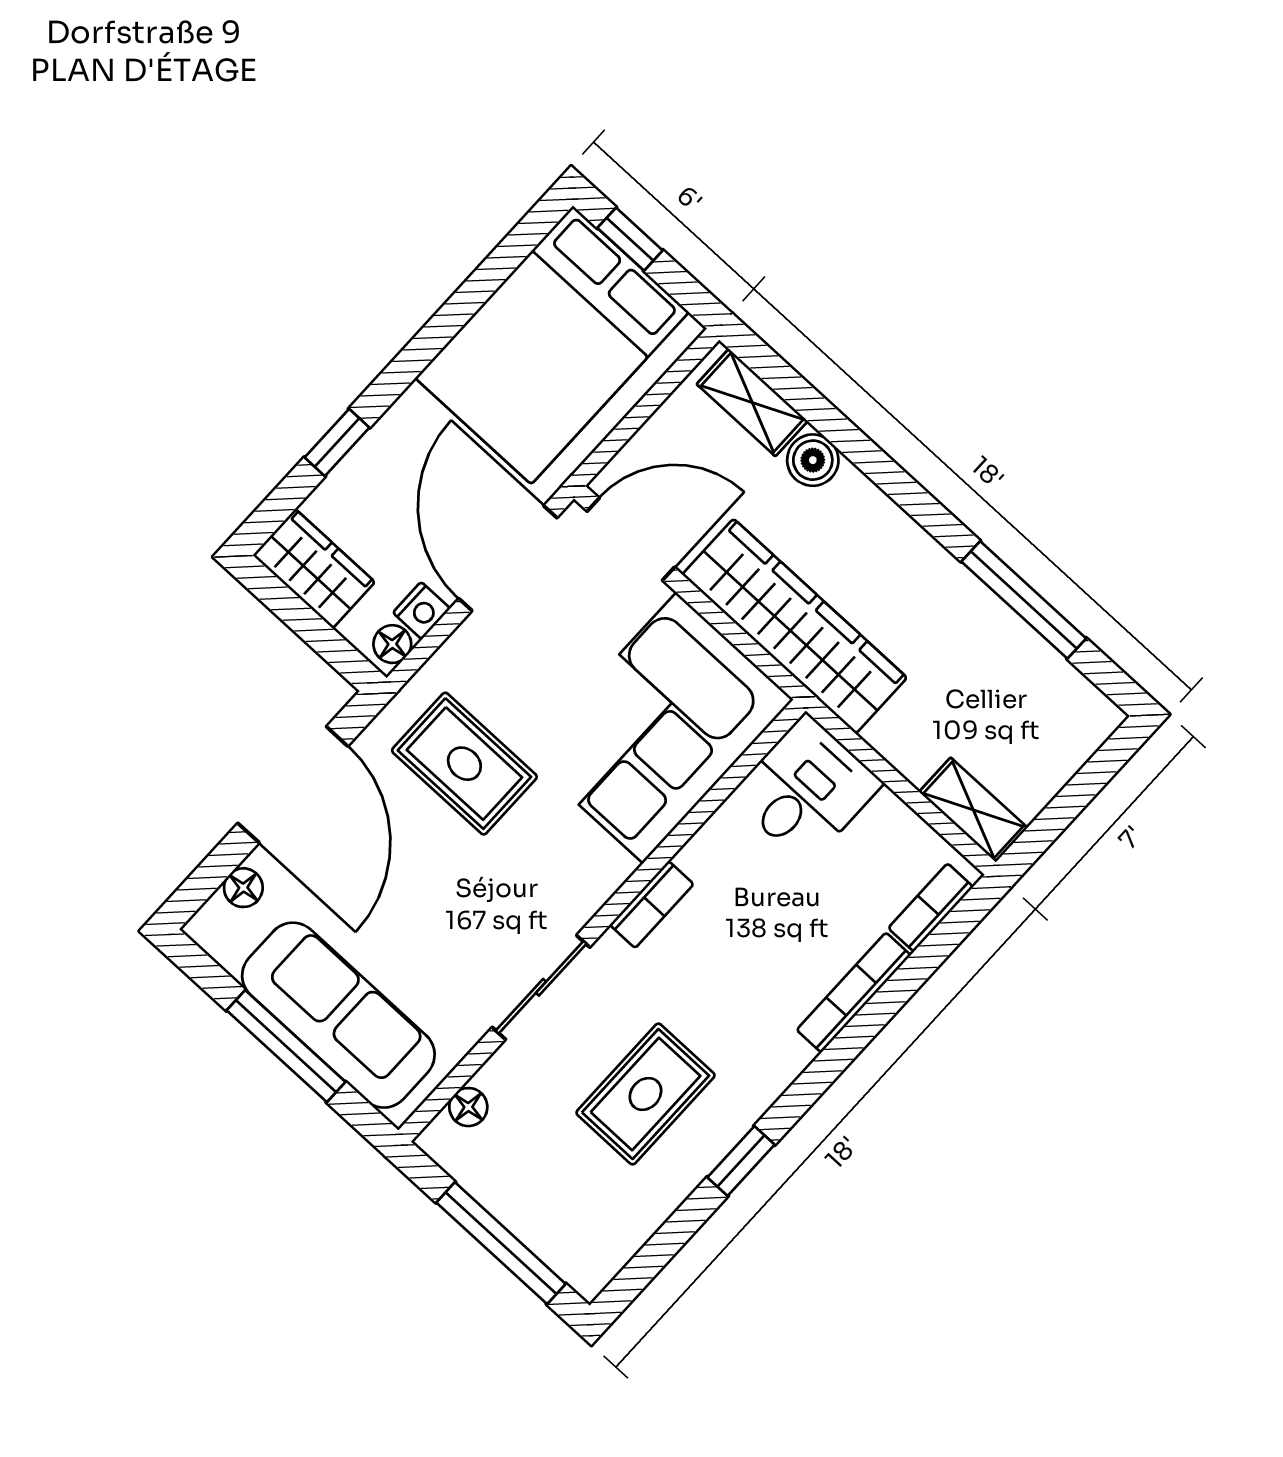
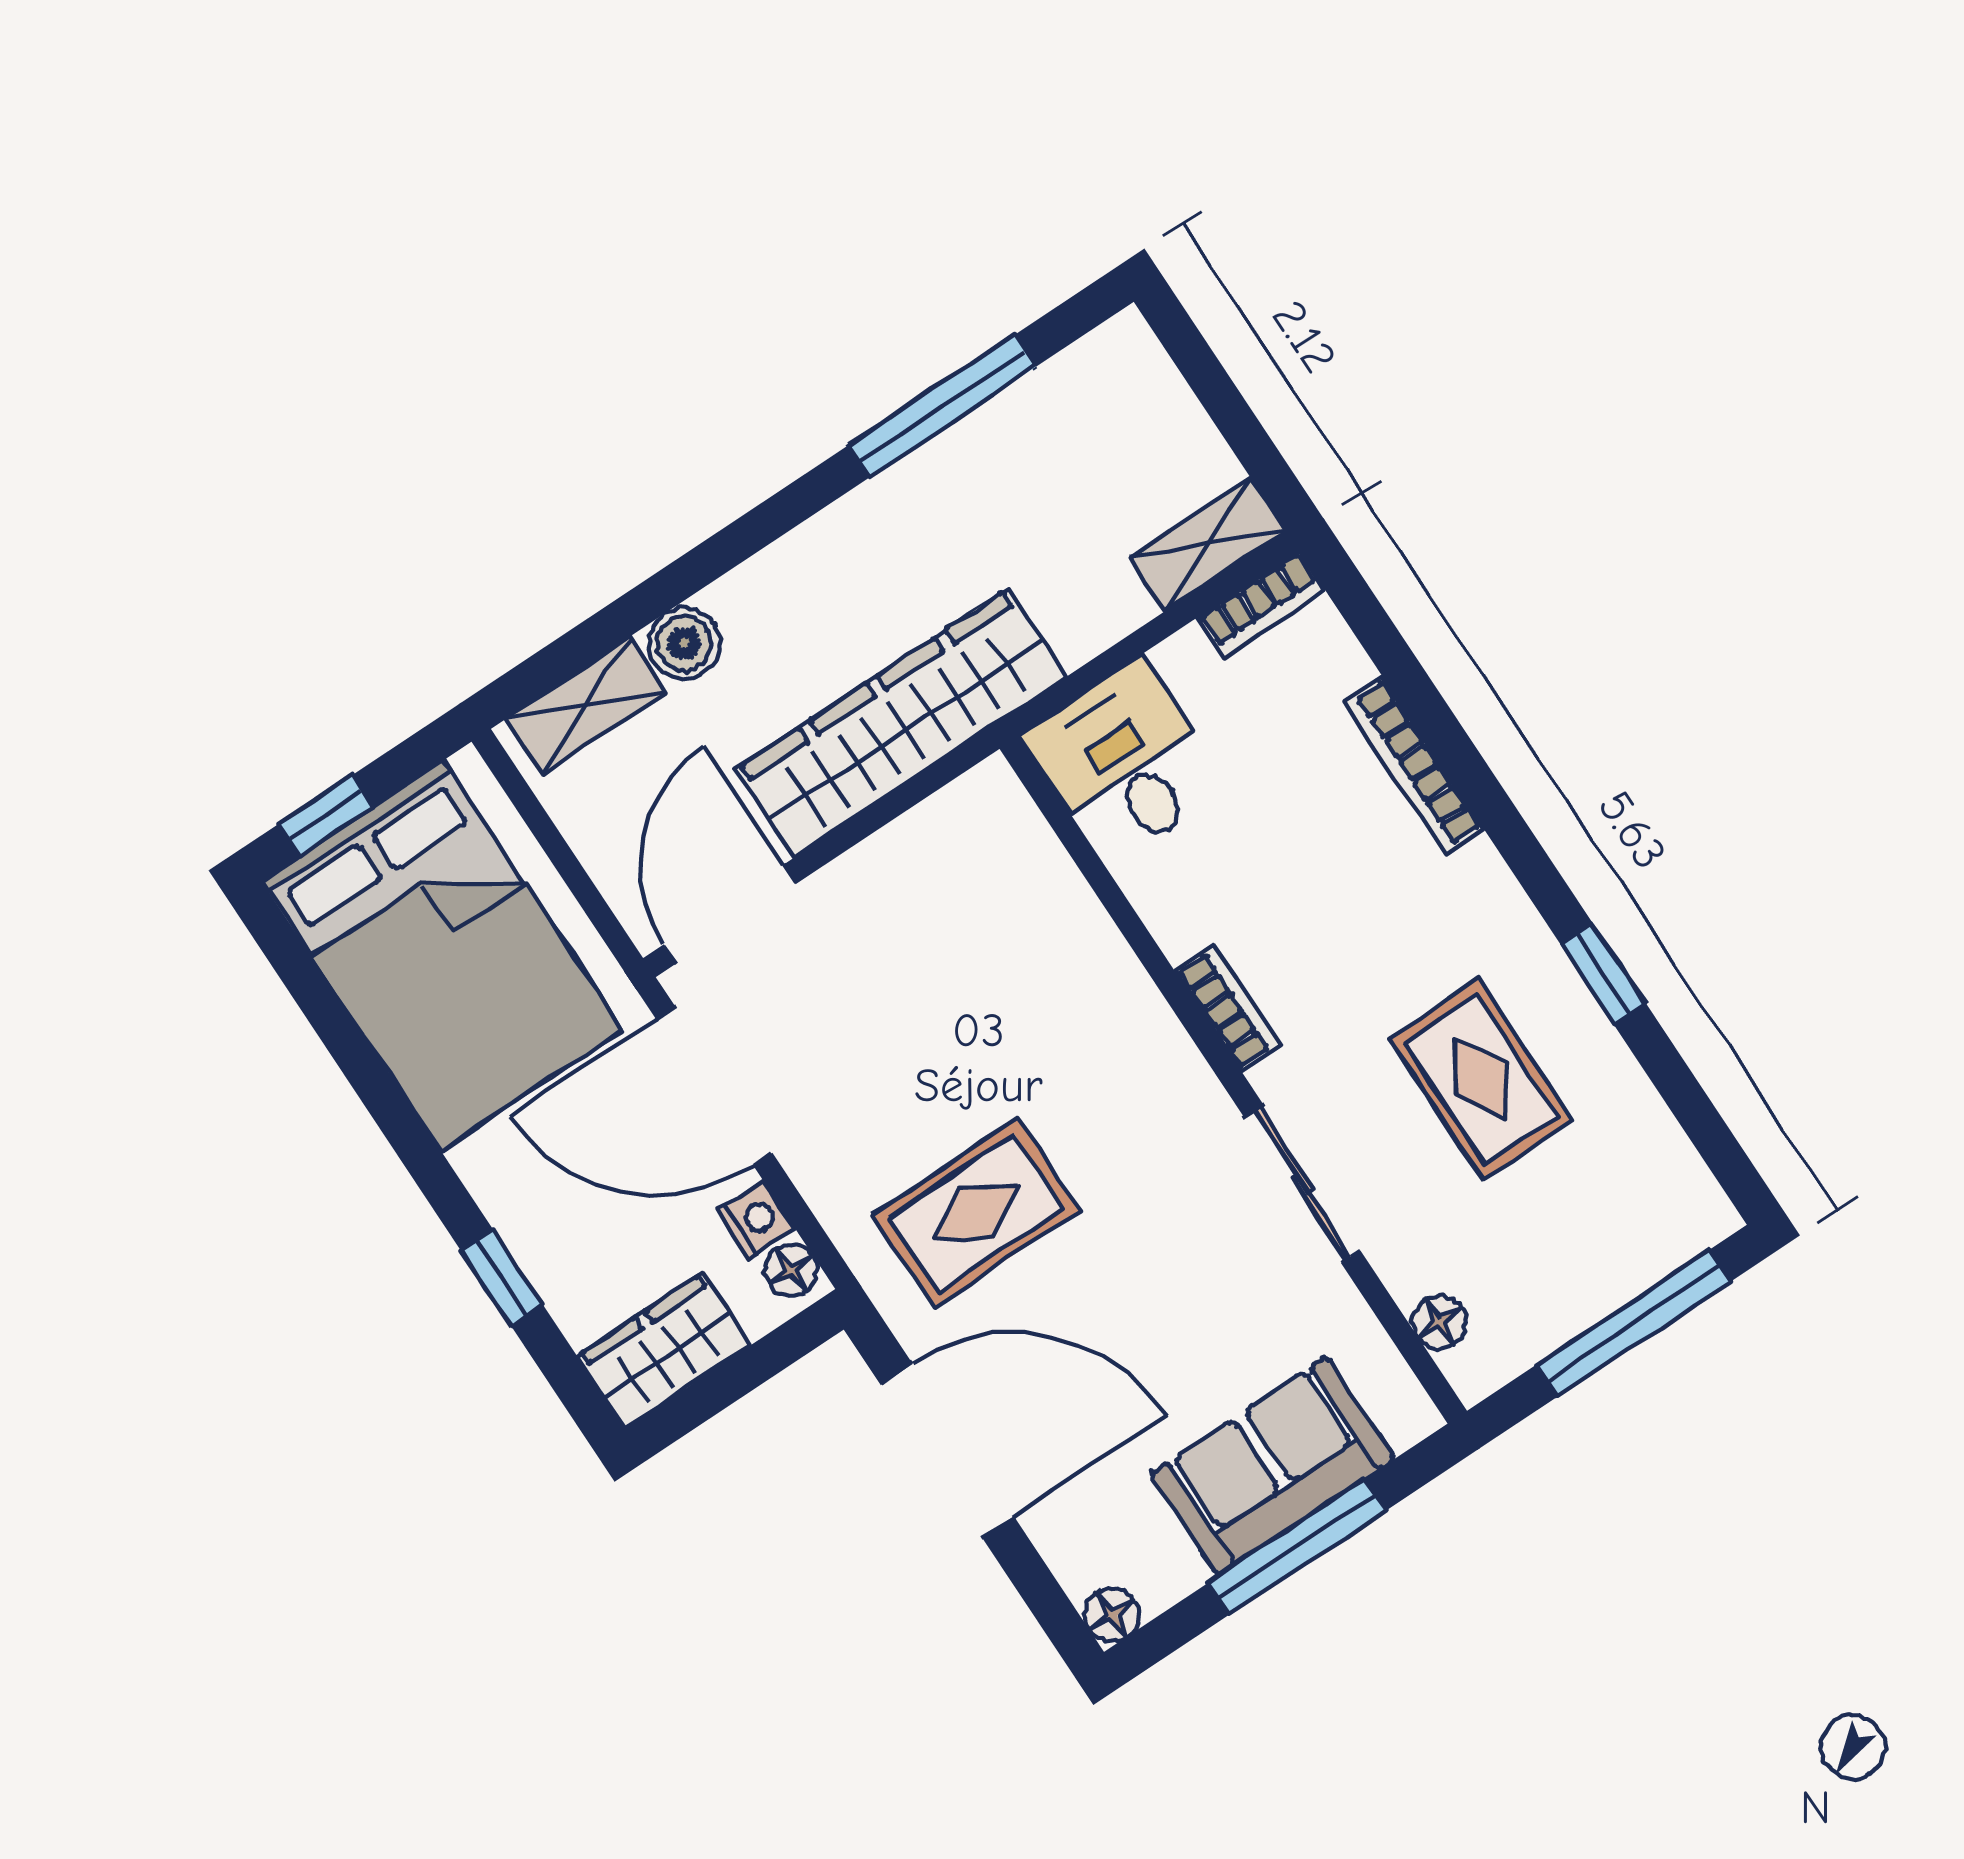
corner sofa: (660, 728) -> (993, 938), removed
floor lamp: (243, 888) -> (1112, 1615), moved
bookcase: (931, 907) -> (1261, 604), moved, turned -90
sofa: (338, 1015) -> (1273, 1466), width x0.73

